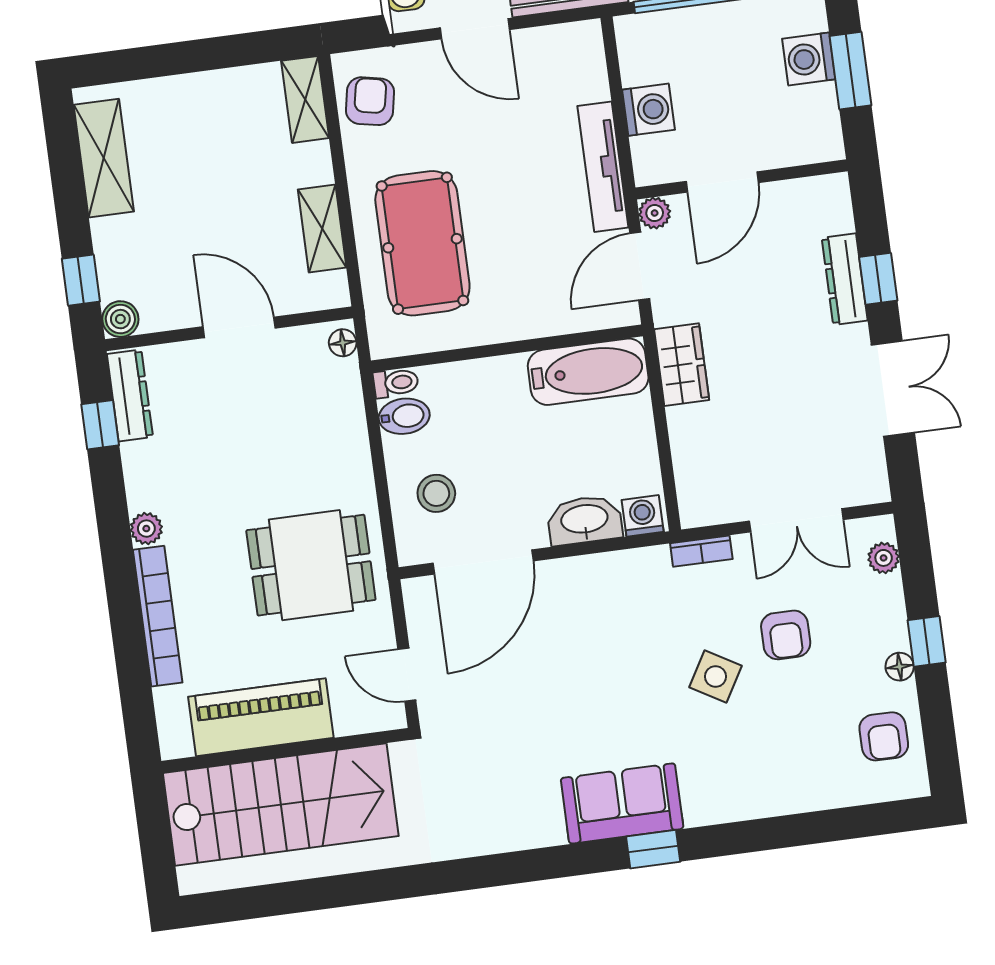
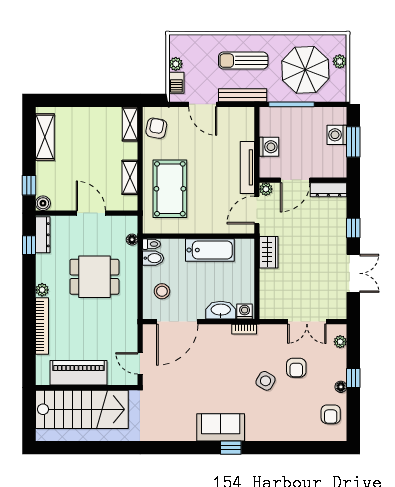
dresser: (845, 279) -> (328, 190), moved, turned -90
floor lamp: (343, 343) -> (132, 240), moved
bathtub: (588, 372) -> (210, 250), moved
bookcase: (701, 551) -> (244, 329), moved
dining table: (311, 565) -> (94, 277), moved

